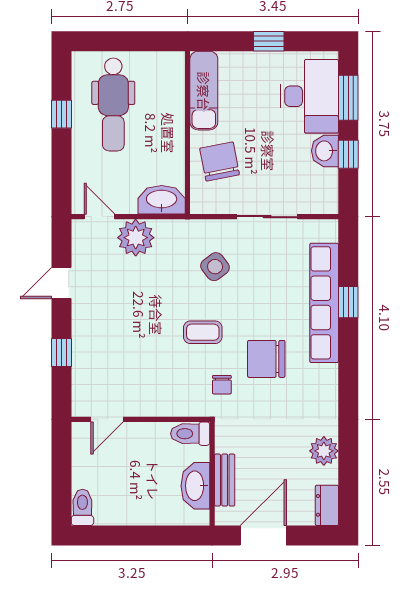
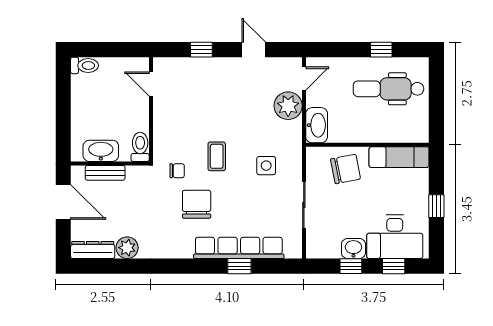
window: (348, 98) -> (394, 266), width x0.67
side table: (215, 267) -> (266, 166), turned 37
chair: (222, 385) -> (177, 171), turned 180
dresser: (327, 505) -> (93, 250), width x1.44

